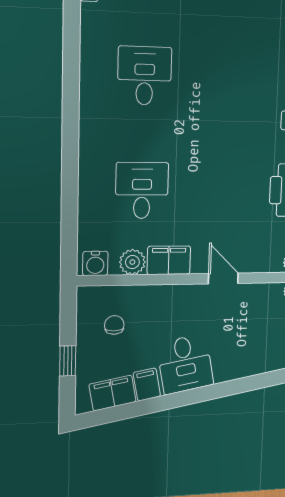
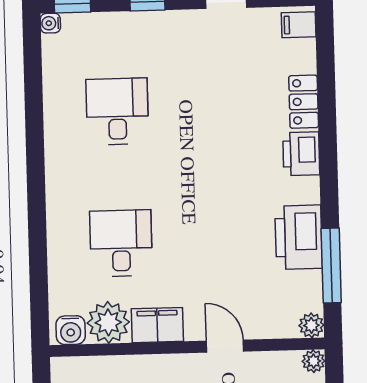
plant: (132, 262) -> (108, 322), width x1.36, depth x1.36

